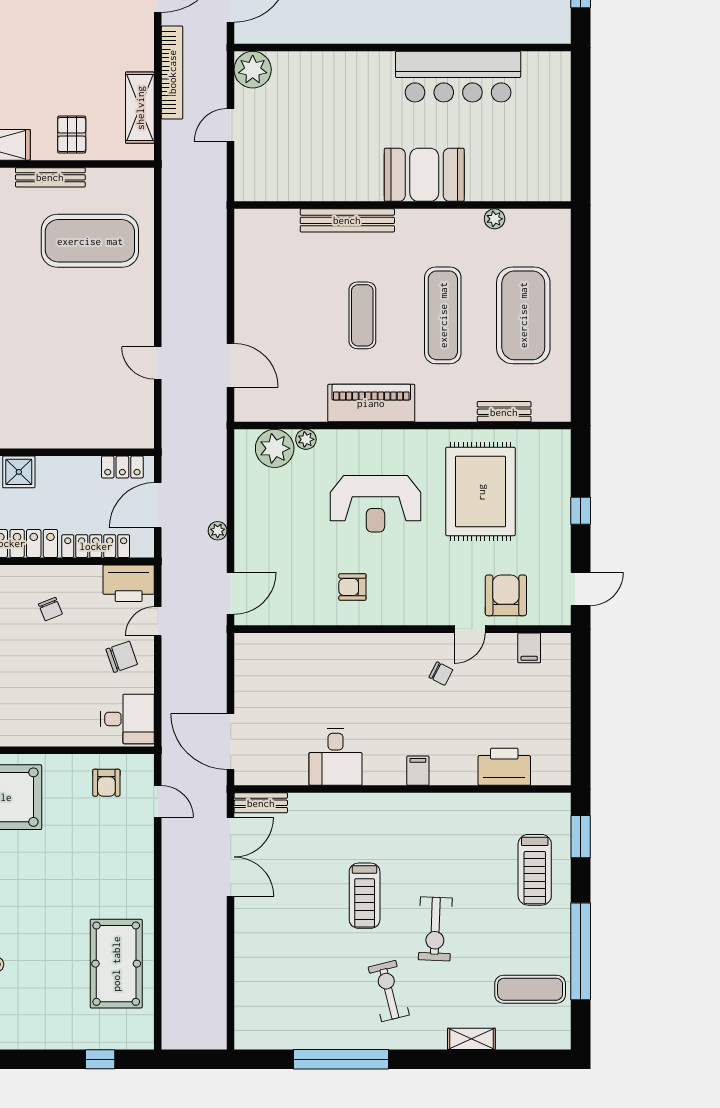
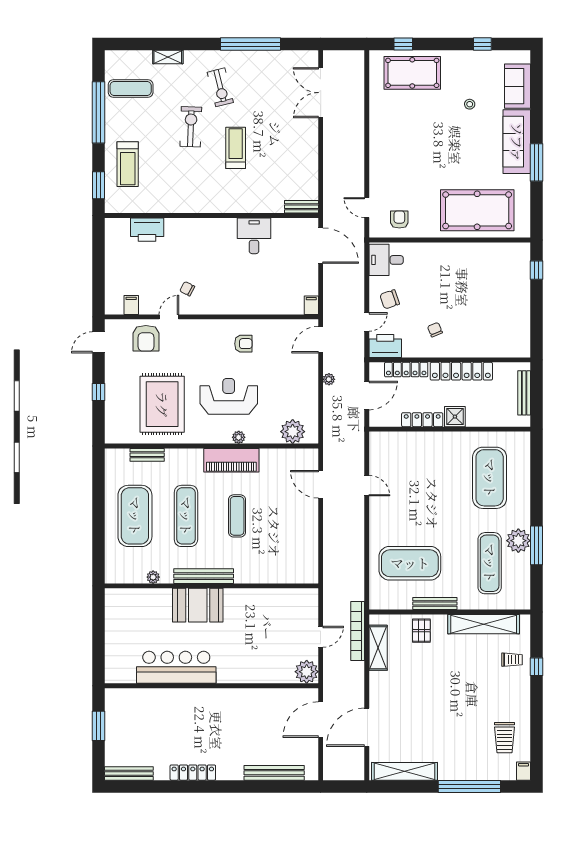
bookcase: (172, 72) -> (358, 631), moved
bench: (347, 220) -> (204, 576), moved
plant: (306, 439) -> (239, 437), moved
locker: (122, 467) -> (422, 420), moved, width x1.53
filing cabinet: (418, 771) -> (311, 305), moved, turned 180
double door: (231, 857) -> (321, 93), moved
treadmill: (535, 870) -> (128, 164), turned 180
pool table: (116, 964) -> (412, 73), moved, turned 90

